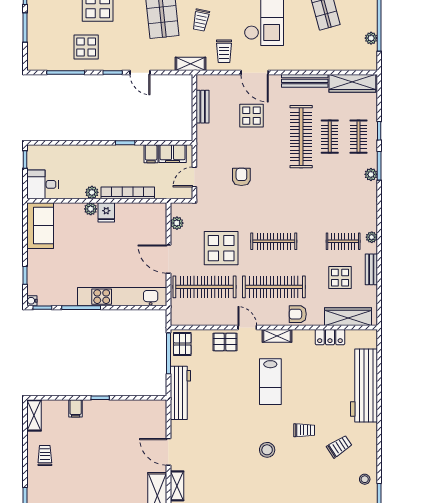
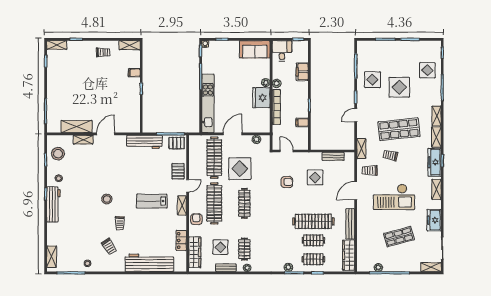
display table: (252, 116) -> (315, 177), moved
filing cabinet: (173, 154) -> (302, 72), moved
fridge: (106, 212) -> (261, 98), width x1.88, depth x1.34

